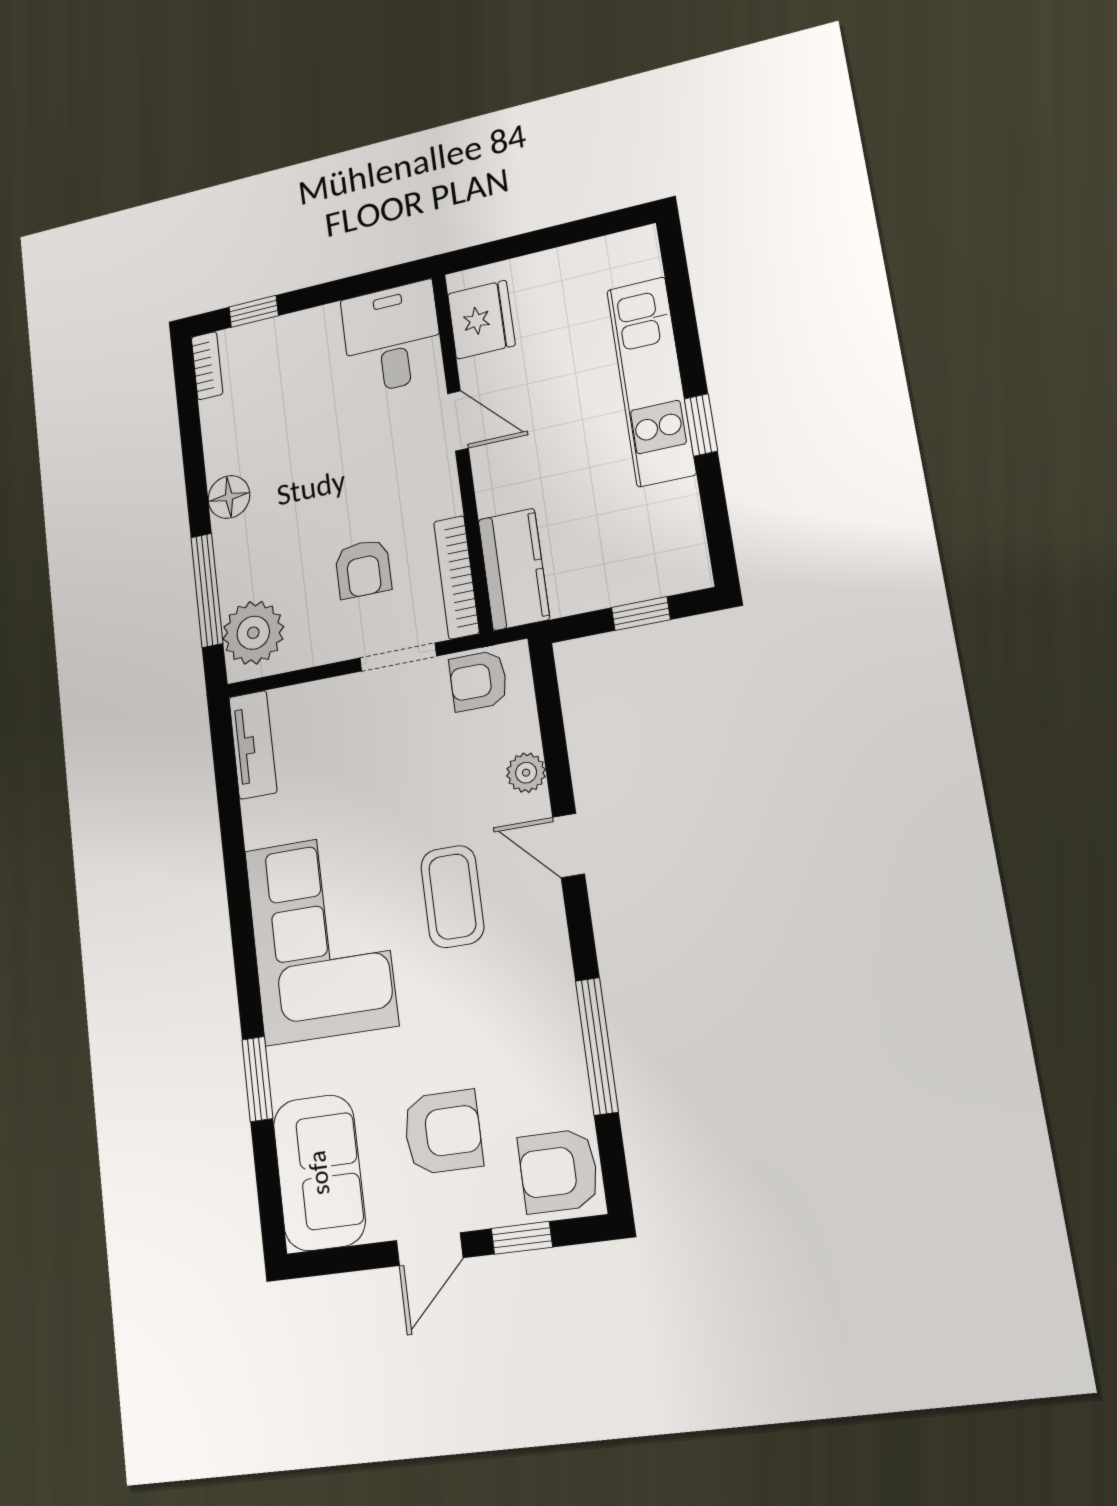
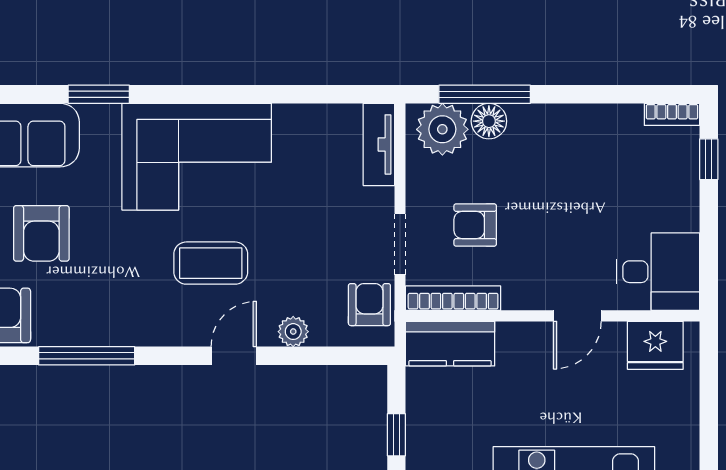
floor lamp: (229, 497) -> (489, 121), moved
tv unit: (253, 745) -> (379, 144), moved, turned 90

